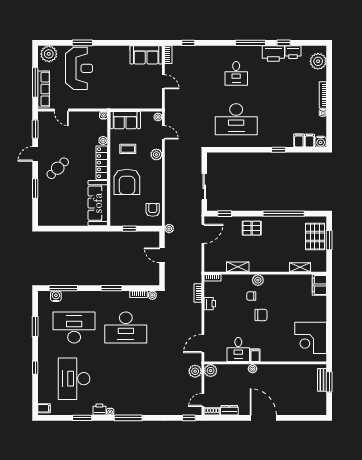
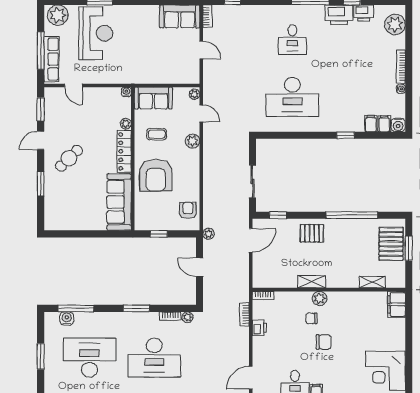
shelving: (238, 267) -> (312, 282), moved

